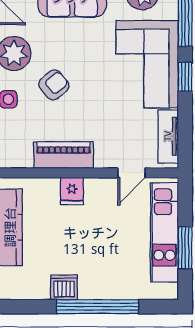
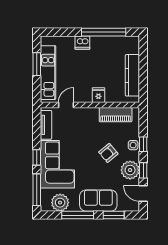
piano: (64, 155) -> (116, 115), moved
dishwasher: (64, 287) -> (82, 43), moved
window: (98, 307) -> (104, 32), moved

